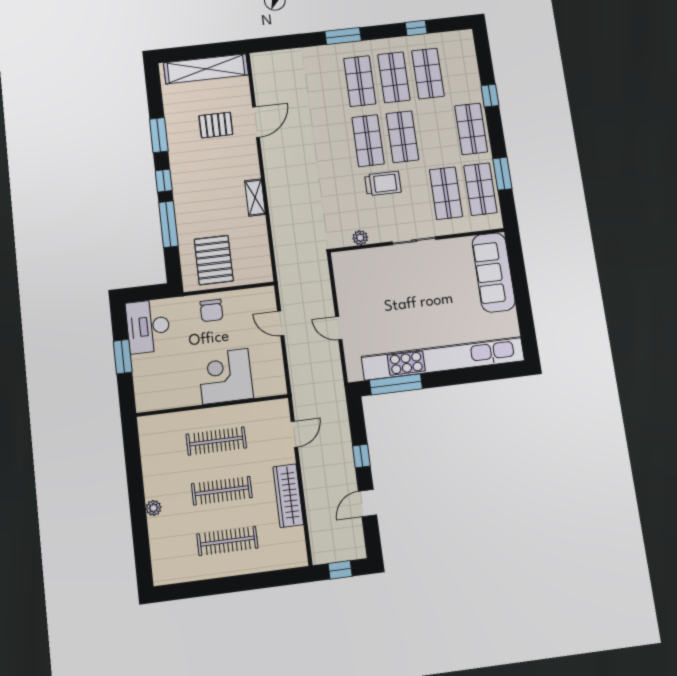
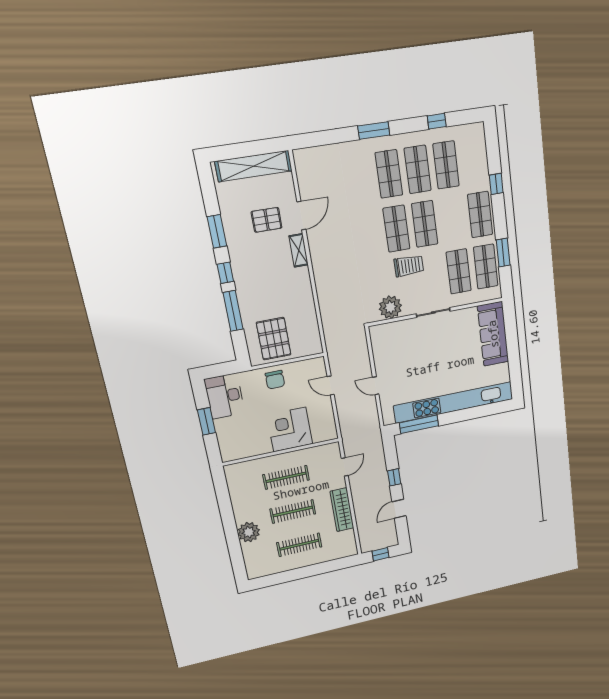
shelving: (255, 198) -> (299, 250), moved
plant: (360, 238) -> (390, 307), width x1.87, depth x1.87
plant: (154, 508) -> (249, 532), width x1.88, depth x1.88

